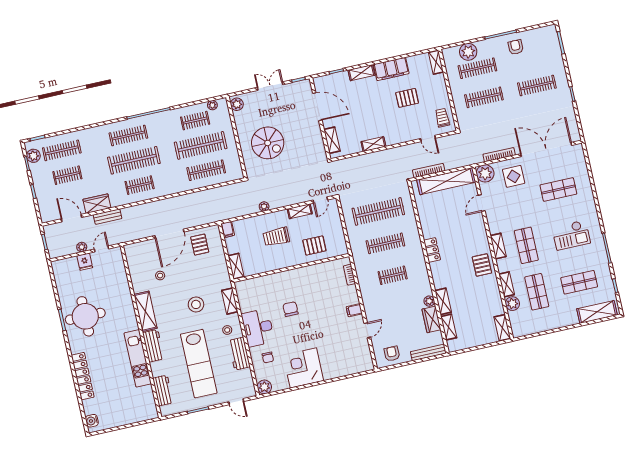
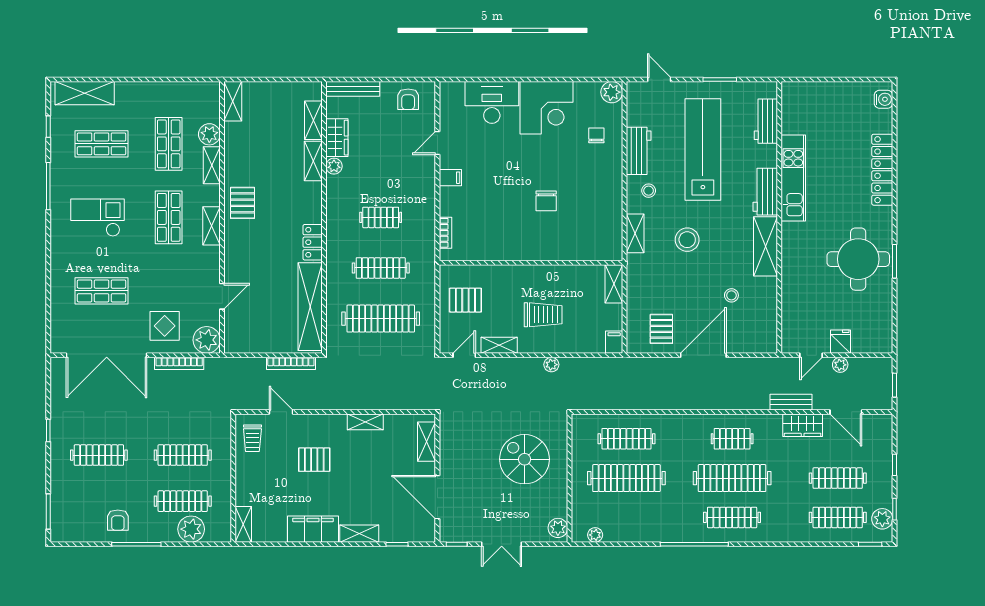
pallet: (407, 98) -> (314, 460), moved
clothes rail: (195, 121) -> (626, 517), removed
clothes rail: (67, 175) -> (838, 478), width x1.36
shelving: (446, 181) -> (310, 307), moved, turned 90
pallet: (314, 245) -> (465, 300), moved
desk: (258, 328) -> (492, 102), moved, turned -90

